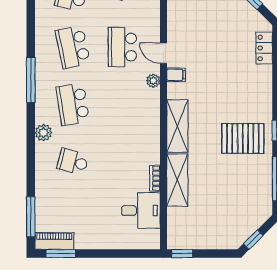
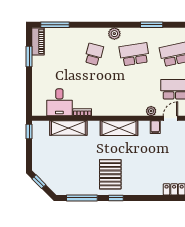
window: (31, 80) -> (152, 25), width x0.69
shelving: (177, 180) -> (68, 128), moved
window: (61, 254) -> (29, 56), moved

